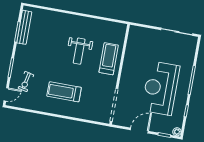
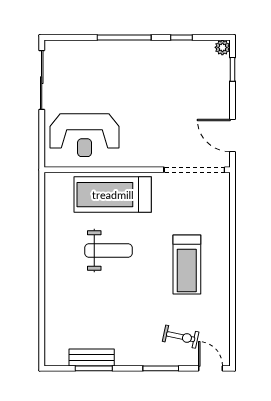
bench: (24, 27) -> (92, 357), width x0.73
treadmill: (109, 59) -> (113, 195), width x1.37, depth x1.38
reception desk: (161, 88) -> (85, 135), moved, width x0.74, depth x0.77
door: (139, 131) -> (232, 135), moved

